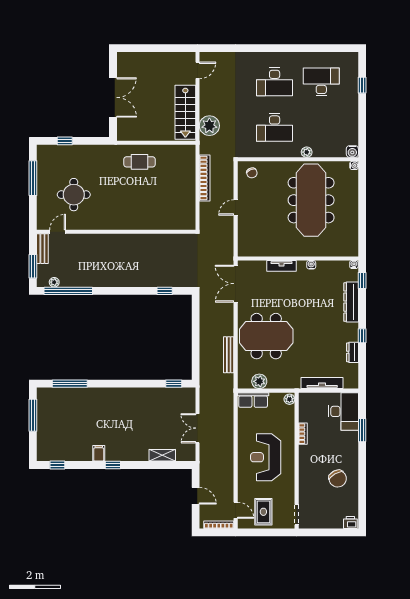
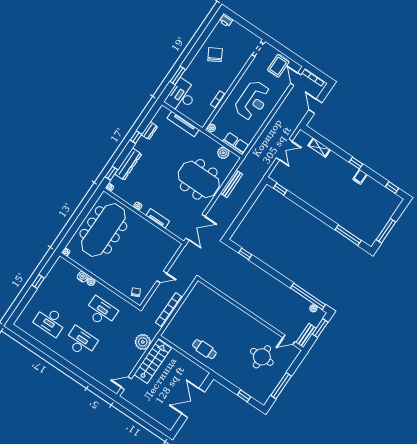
window: (362, 85) -> (38, 282), moved
water cooler: (352, 151) -> (83, 277), moved
meeting table: (311, 200) -> (103, 230), moved

